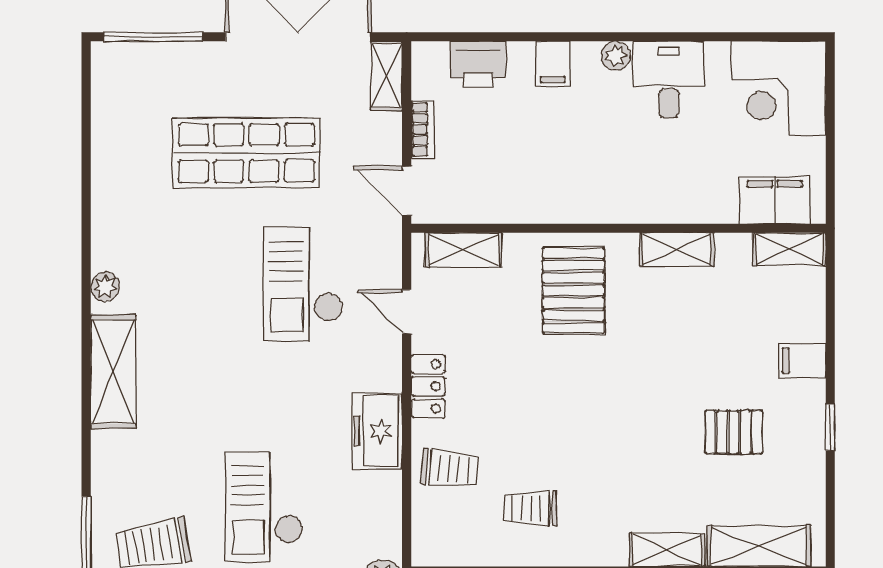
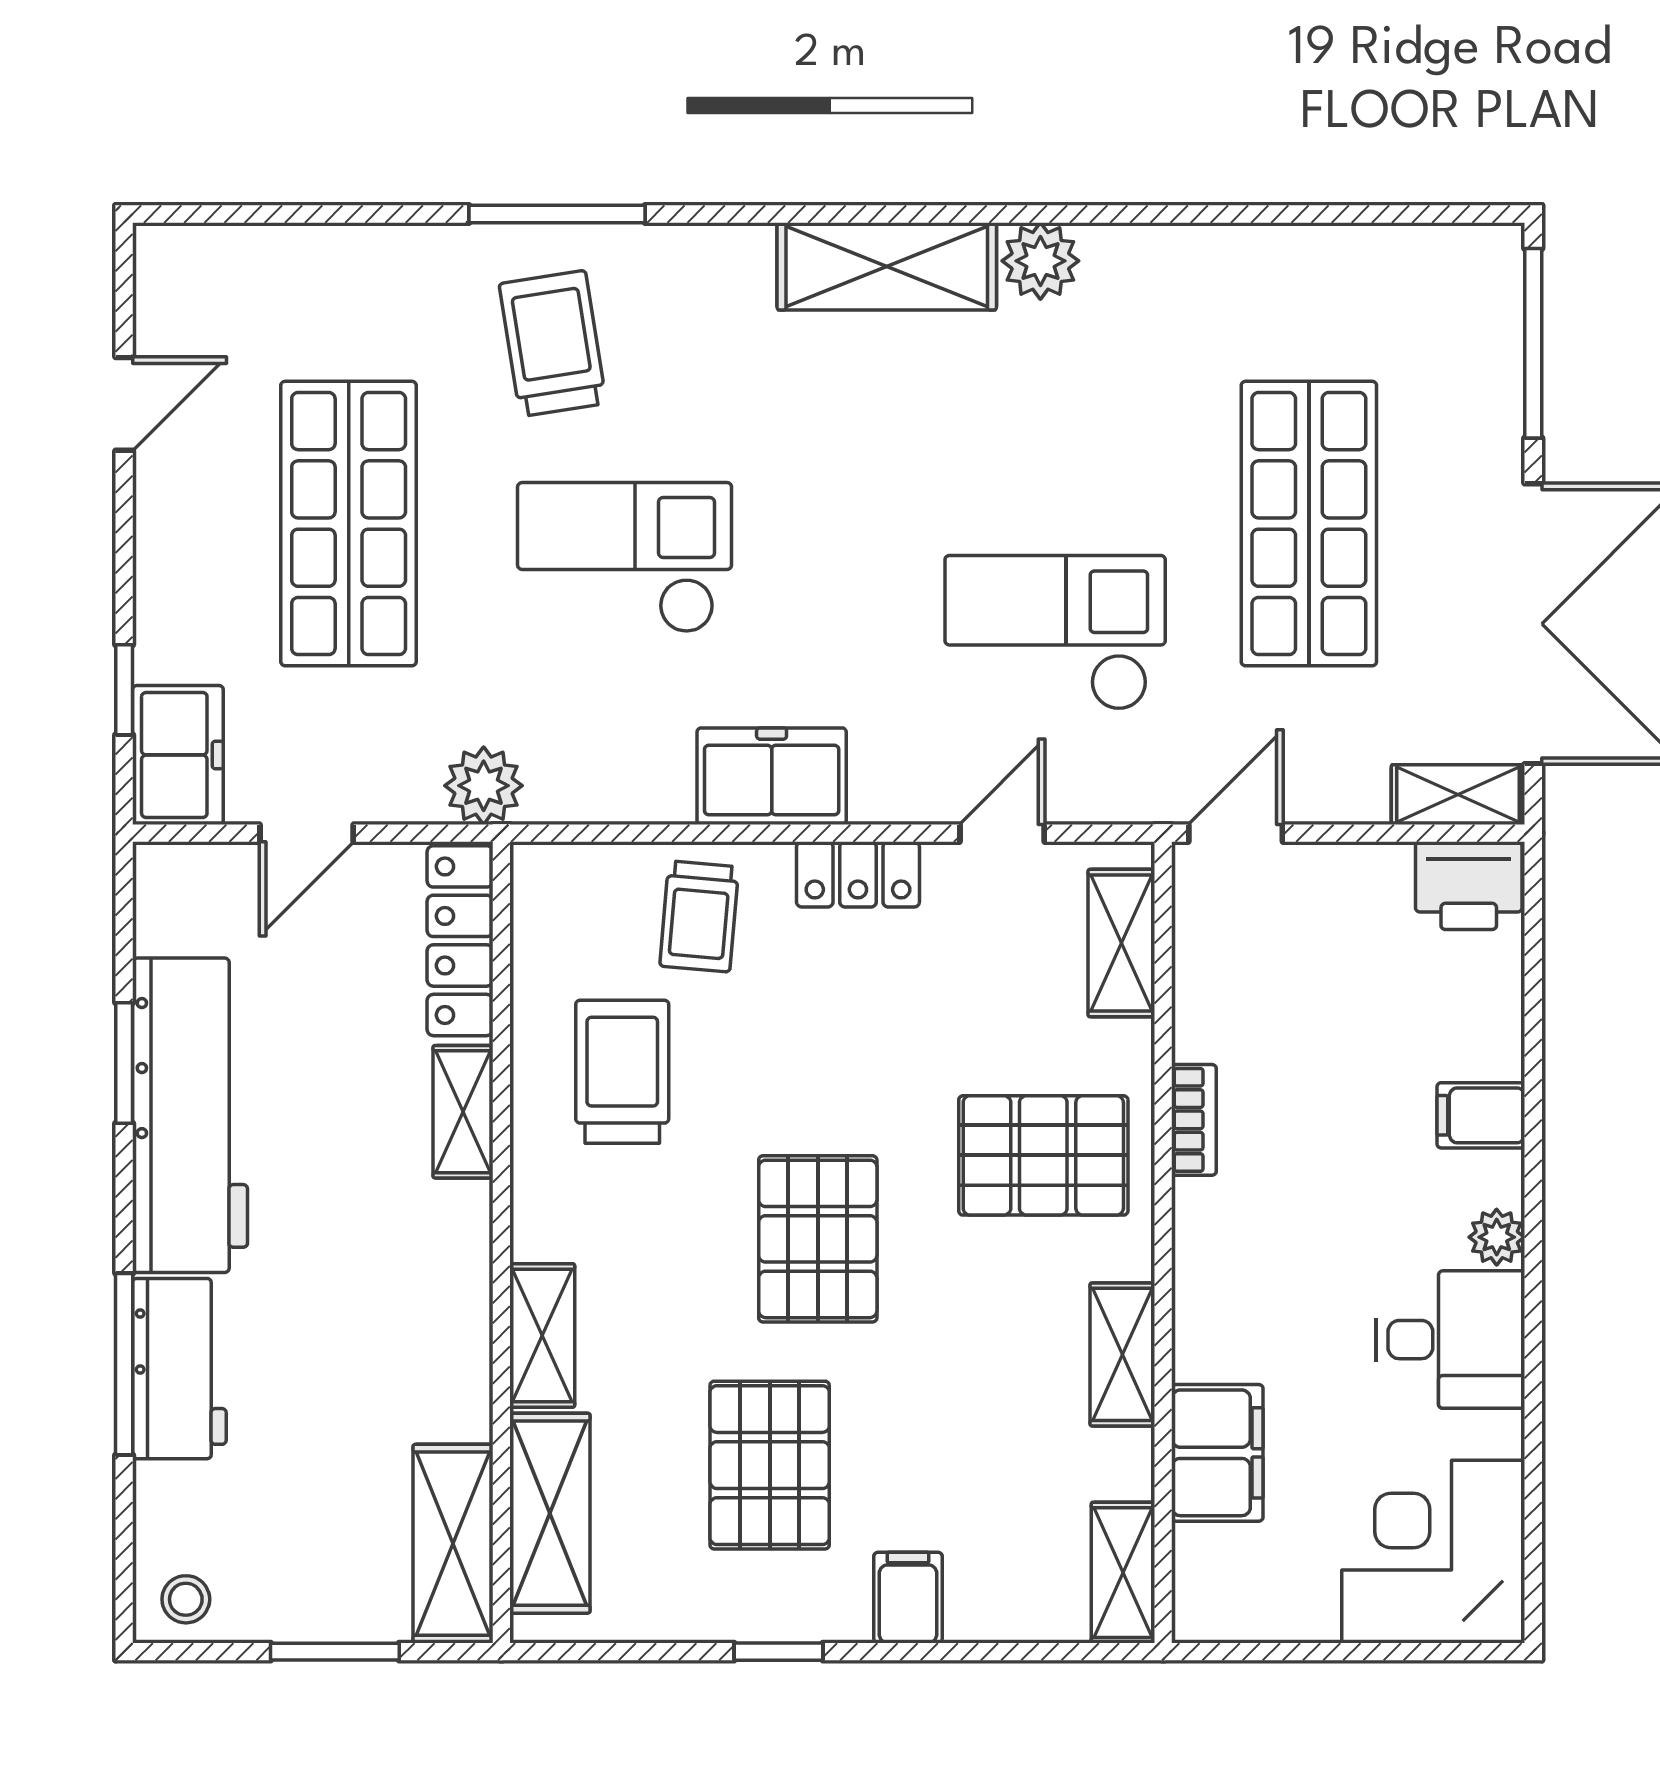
printer: (478, 64) -> (1469, 886), moved, turned -90
bookcase: (423, 129) -> (1194, 1120), moved, turned -90
filing cabinet: (775, 200) -> (1217, 1453), moved
plant: (105, 286) -> (1040, 261), width x1.38, depth x1.38
pallet: (617, 407) -> (818, 1239), added
pallet: (734, 432) -> (770, 1465), width x1.50, depth x1.42
trolley: (530, 508) -> (622, 1072), width x1.36, depth x1.39

